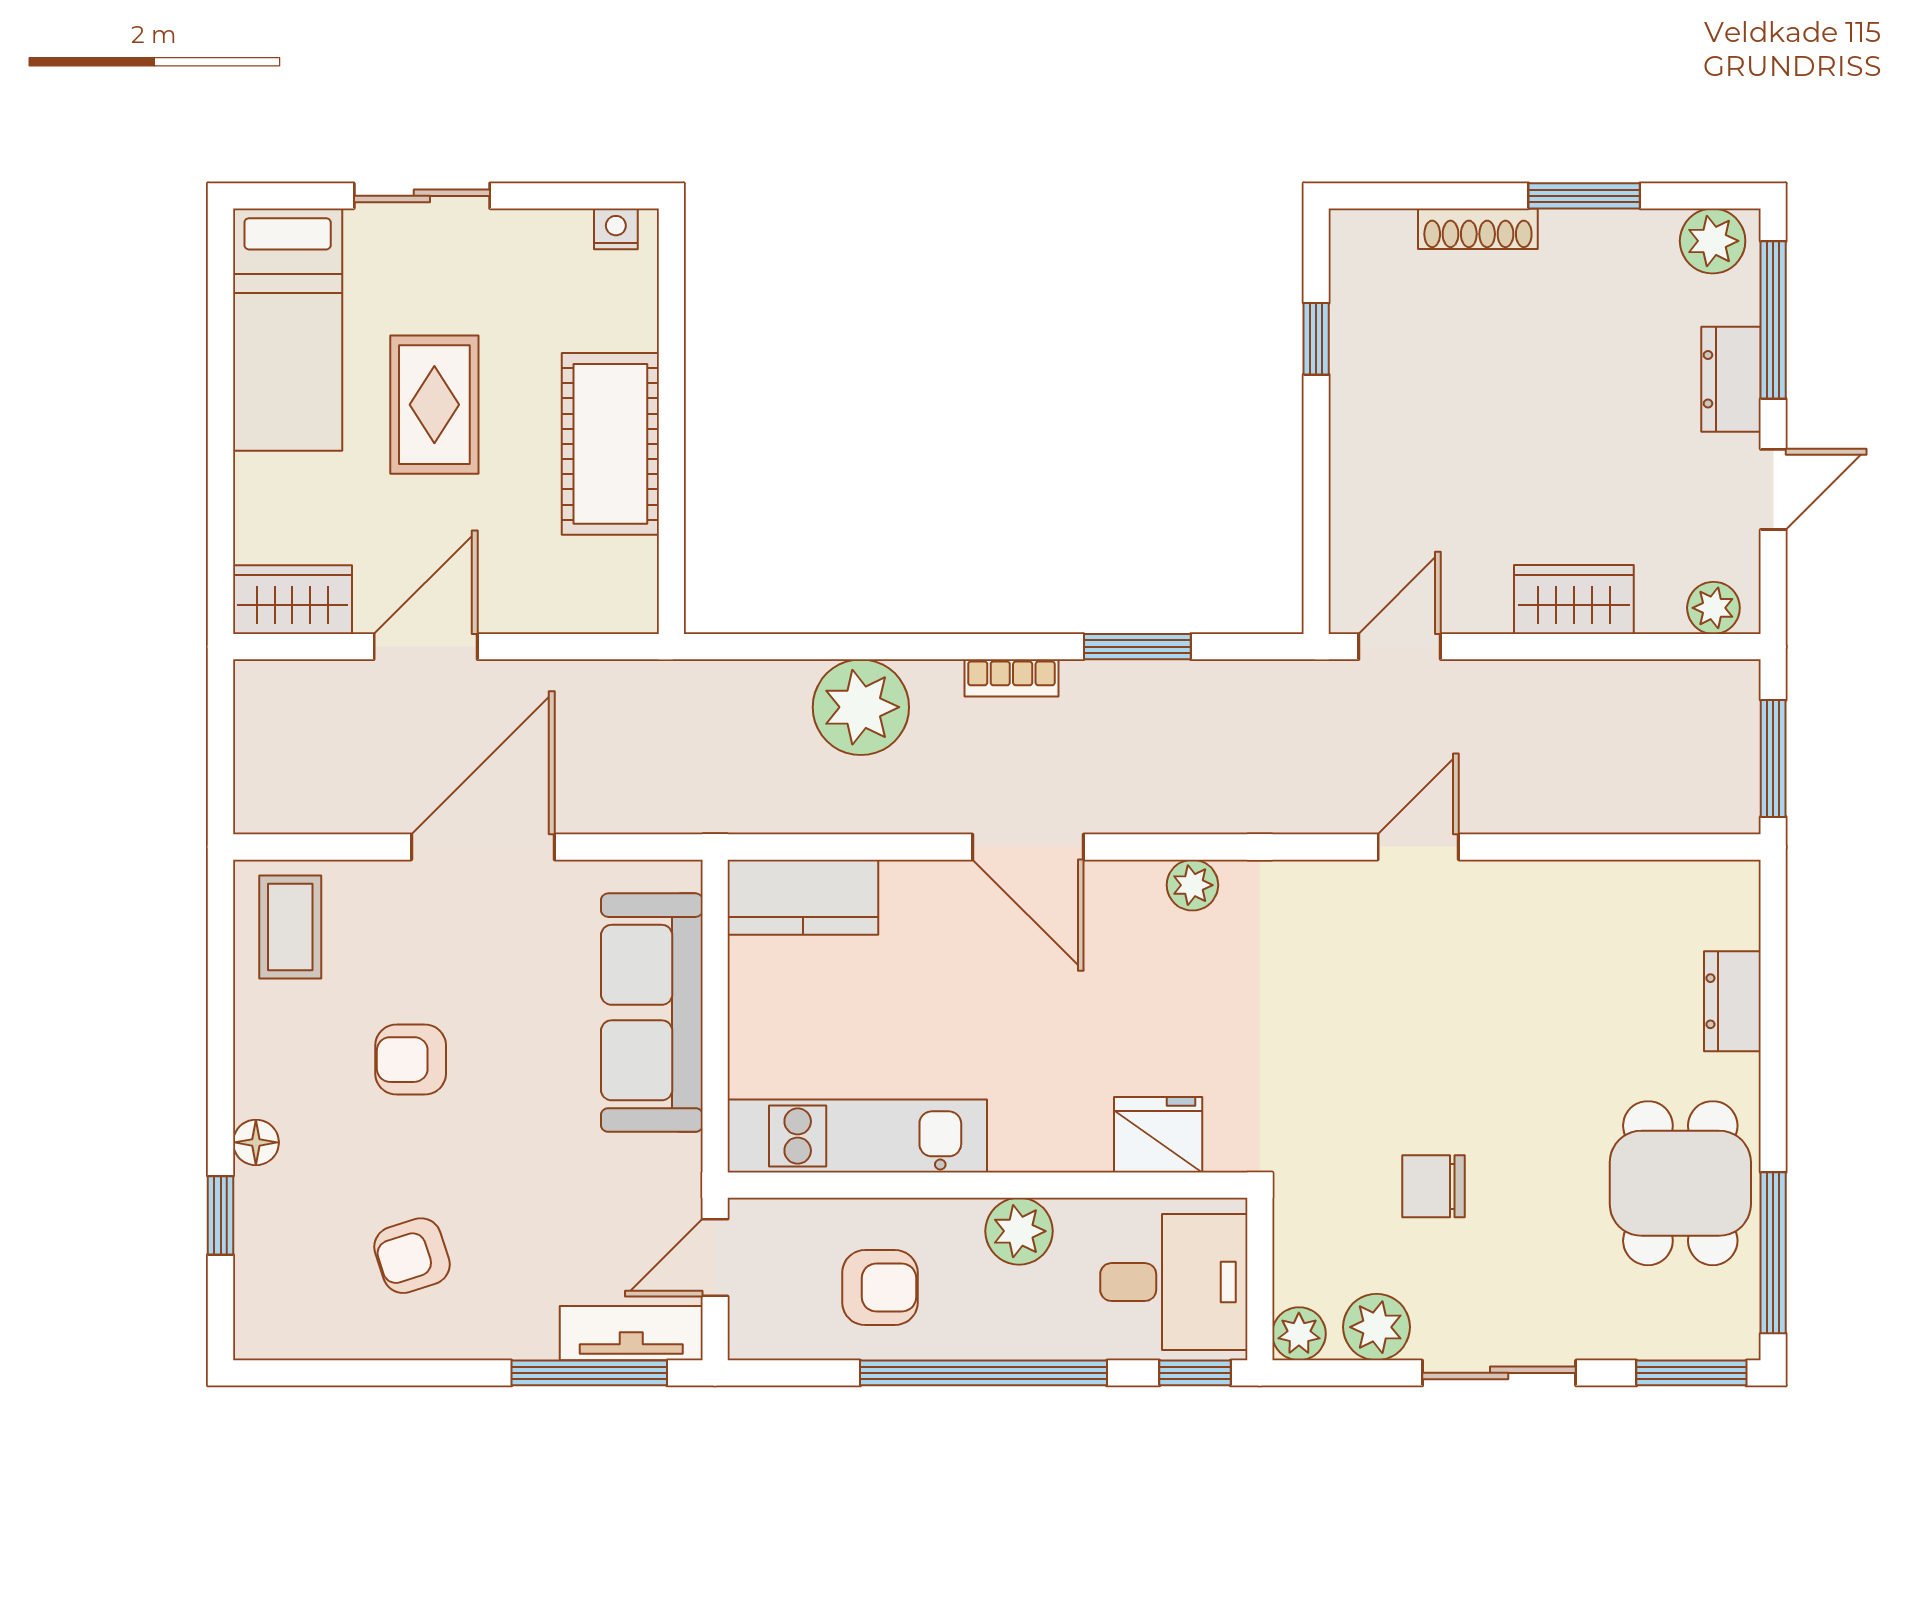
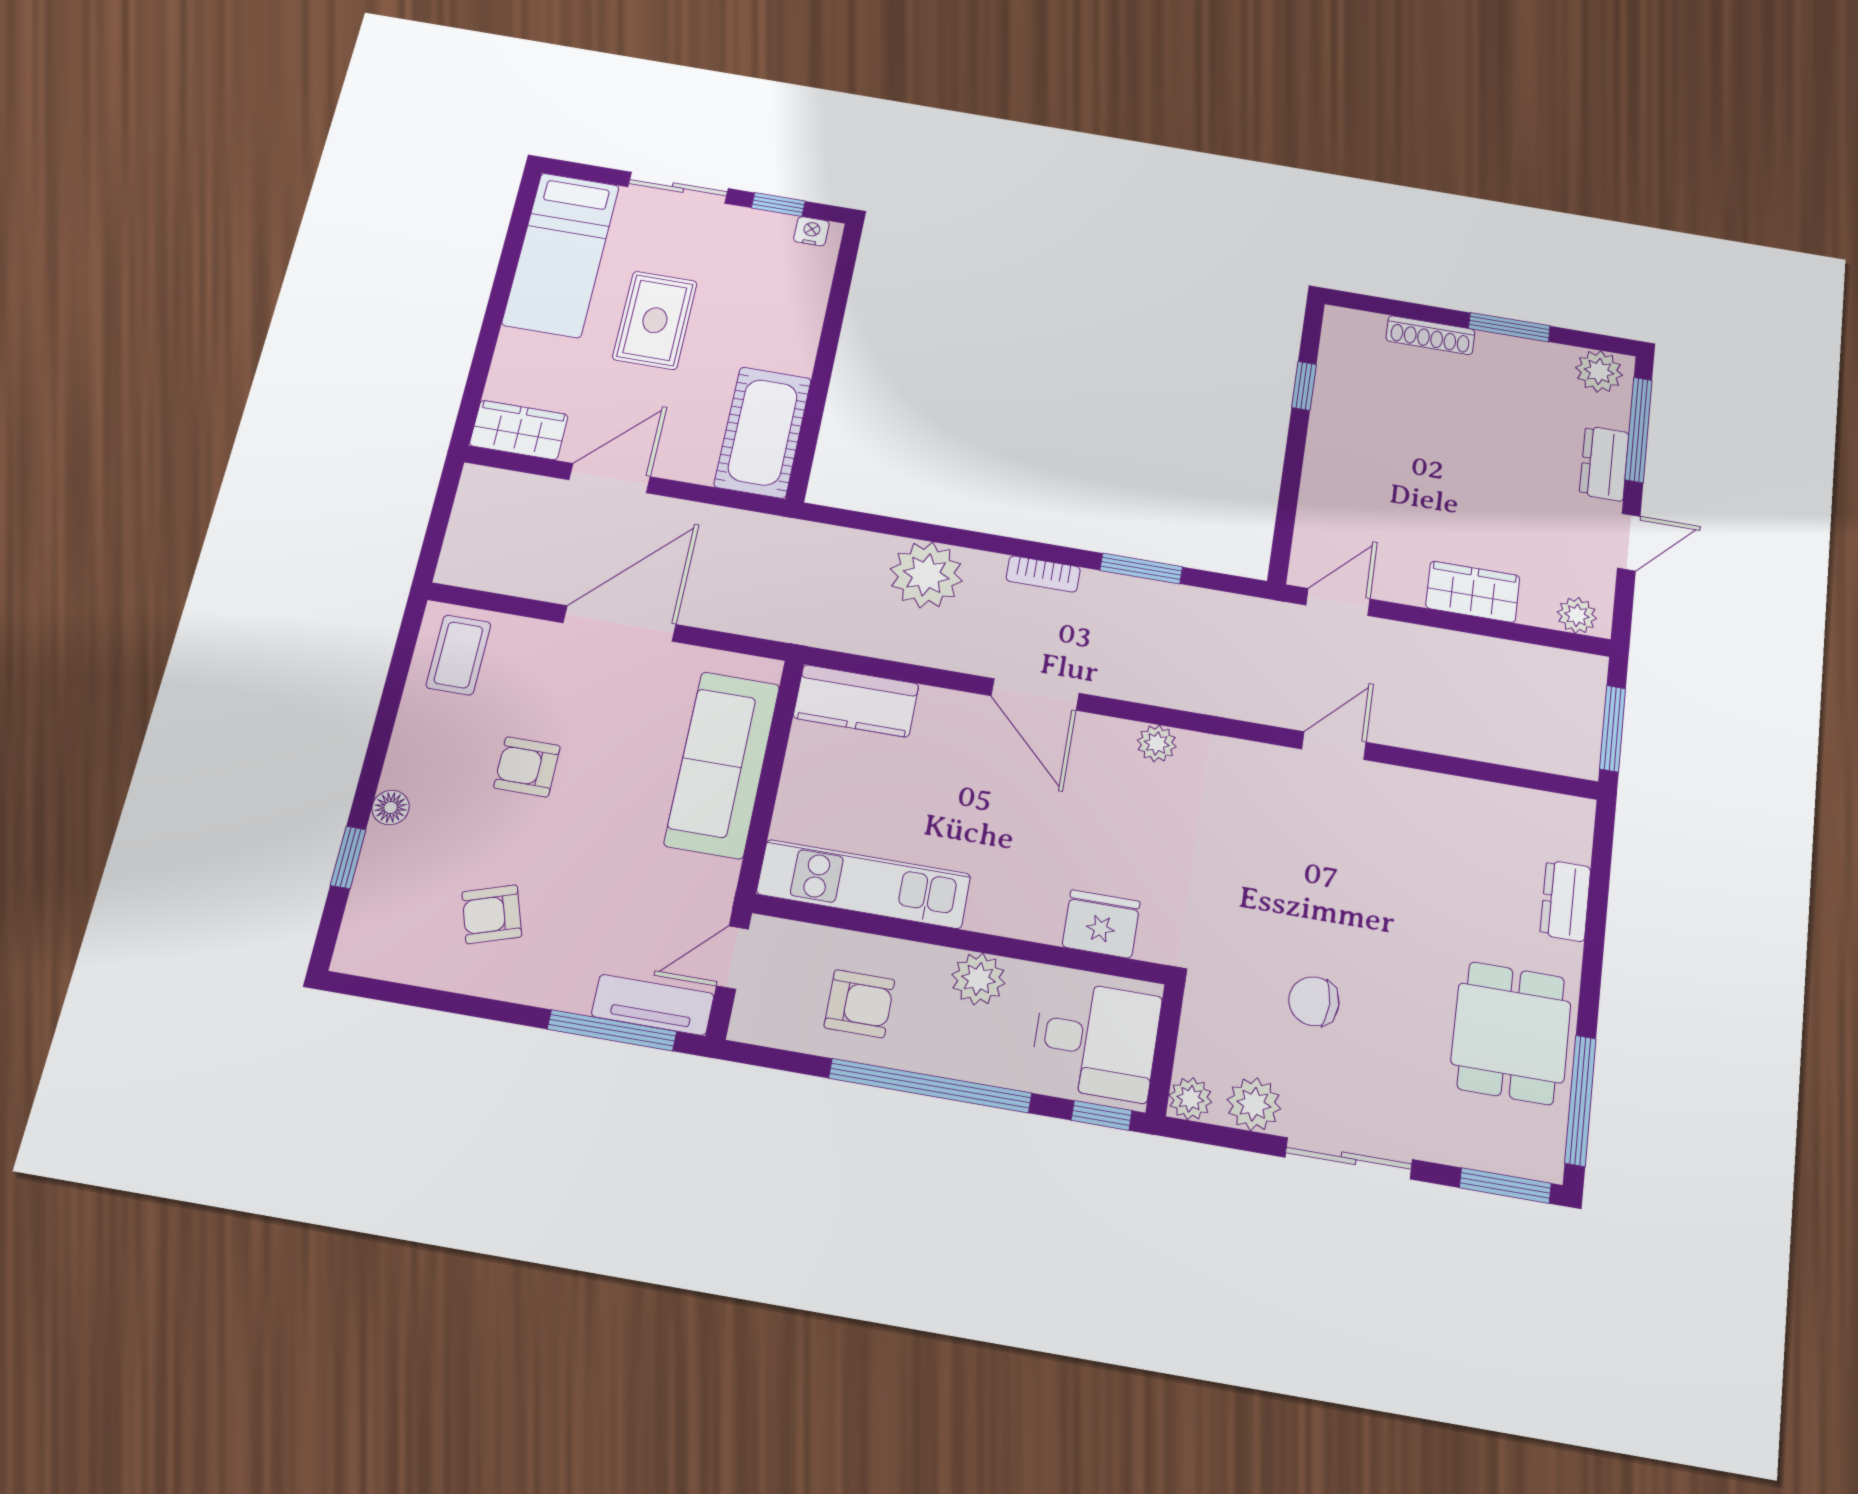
window: (563, 196) -> (778, 204), added
cot: (610, 444) -> (763, 432), moved

